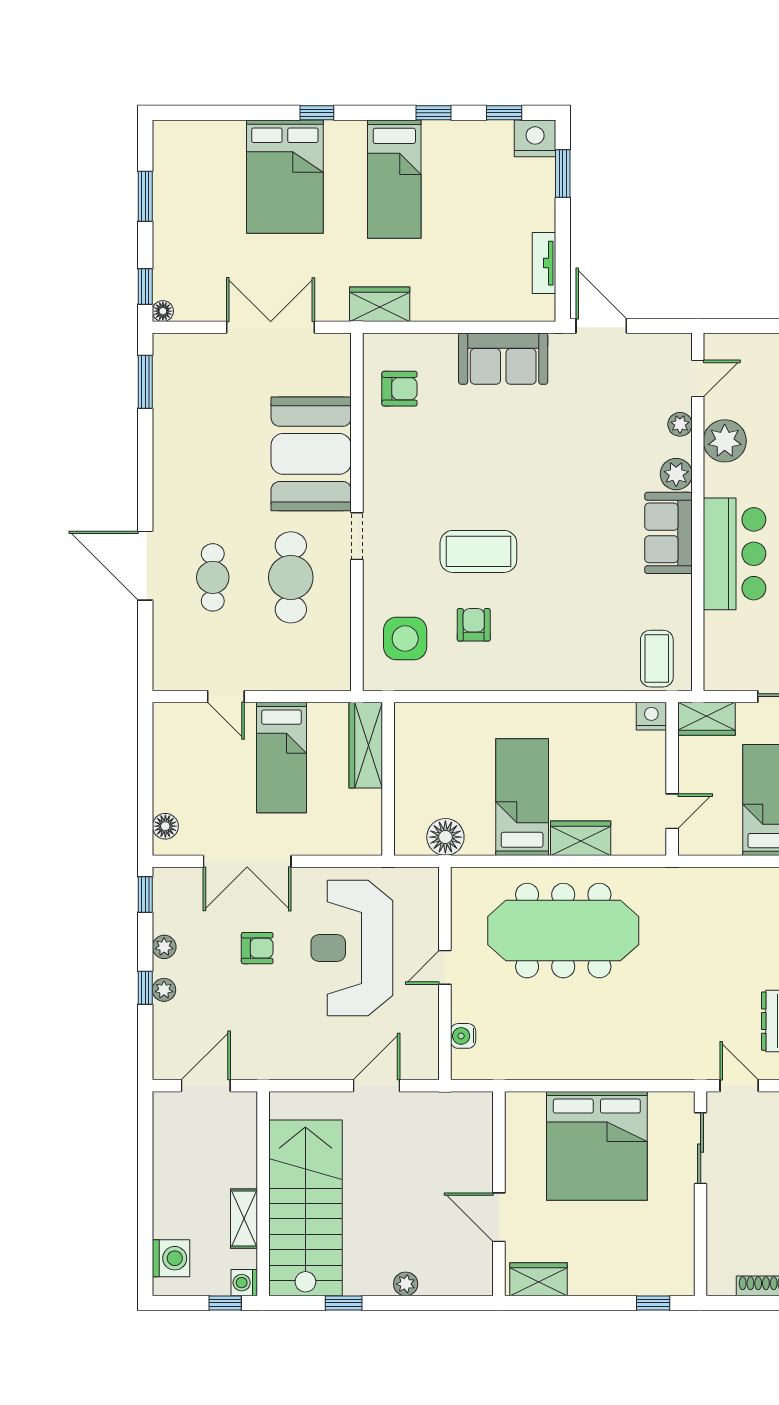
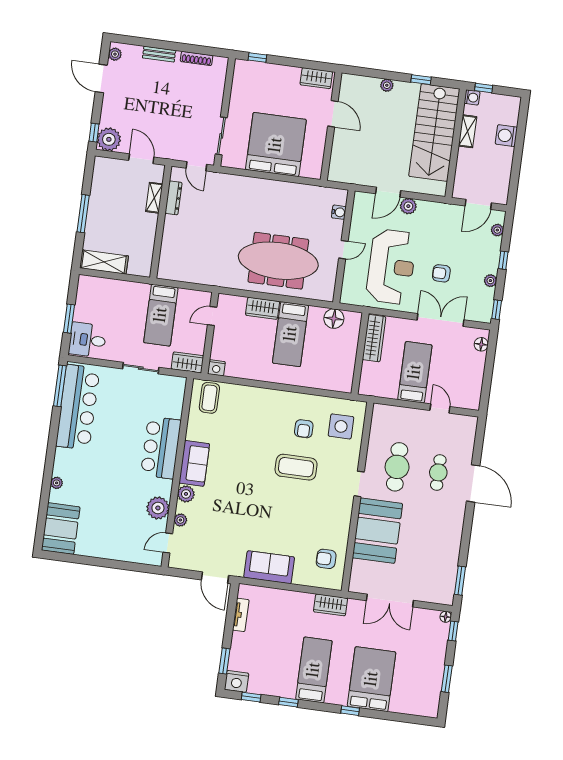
wardrobe: (366, 745) -> (374, 338), moved
plant: (164, 990) -> (497, 230), moved
plant: (335, 1065) -> (408, 206), added
washing machine: (171, 1258) -> (506, 136), moved

